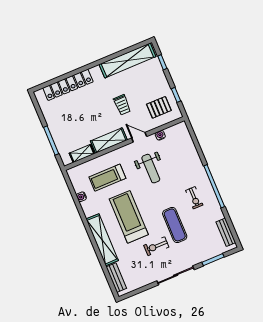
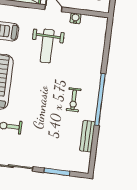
exercise mat: (175, 225) -> (39, 116), removed
bench: (226, 232) -> (87, 136), moved

